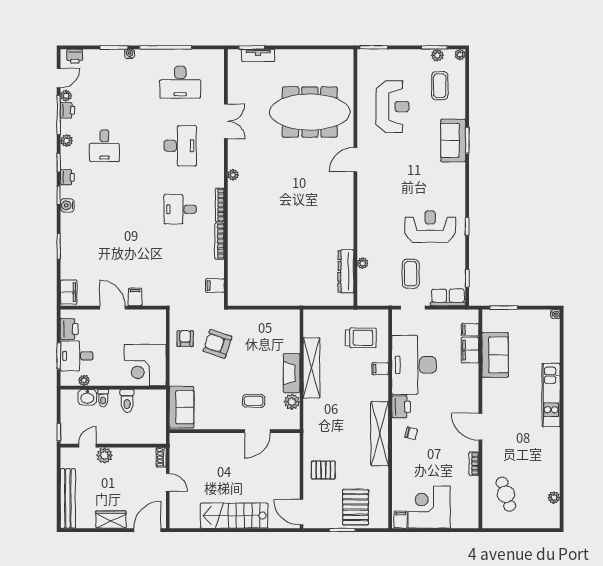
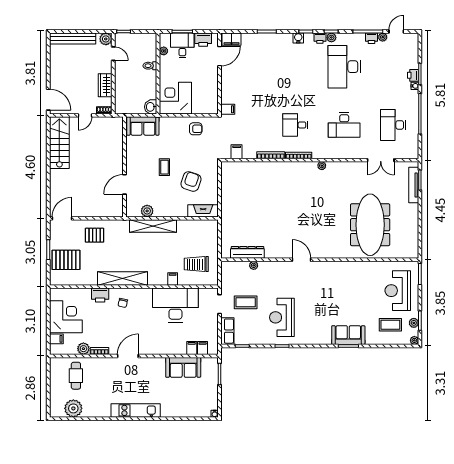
tv unit: (258, 55) -> (414, 185), width x1.41
printer: (75, 56) -> (413, 75), moved
door: (59, 78) -> (396, 31), swing flipped
reception desk: (393, 106) -> (398, 291), moved, turned 90
double door: (226, 121) -> (381, 160), moved
plant: (67, 141) -> (331, 37), moved
desk: (104, 146) -> (344, 67), width x1.87, depth x1.30
door: (355, 160) -> (302, 260), moved
desk: (180, 209) -> (295, 125), turned -90
reception desk: (430, 227) -> (282, 317), turned 180
filing cabinet: (135, 297) -> (228, 109), moved
door: (113, 308) -> (220, 56), moved
trolley: (361, 338) -> (196, 264), turned 90
armchair: (218, 344) -> (191, 182), moved
filing cabinet: (470, 350) -> (192, 348), width x0.50
shelving: (312, 368) -> (153, 226), moved
fireplace: (292, 373) -> (203, 211), moved
kitchen unit: (551, 395) -> (136, 410), moved
washbasin: (87, 397) -> (151, 107), moved
toilet: (127, 401) -> (148, 84), removed
coffee table: (254, 401) -> (164, 167), moved
printer: (401, 407) -> (100, 295), moved
door: (257, 431) -> (124, 184), hinge flipped
plant: (104, 455) -> (106, 39), moved
pallet: (323, 470) -> (95, 235), turned 90
plant: (471, 484) -> (83, 349), added
cafe table: (506, 494) -> (76, 376), turned -72
plant: (554, 498) -> (73, 408), width x1.88, depth x1.88
stairs: (234, 516) -> (59, 143), moved
wardrobe: (111, 520) -> (105, 85), moved, turned 180
filing cabinet: (401, 520) -> (56, 339), moved

